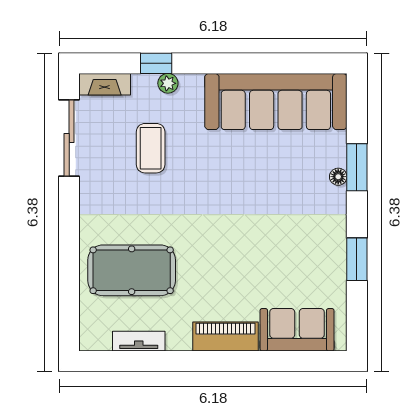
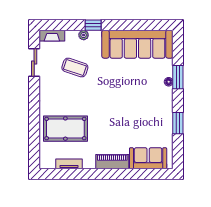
window: (156, 63) -> (93, 25), moved
sliding door: (69, 138) -> (34, 62), width x0.73
coffee table: (151, 148) -> (75, 68), turned -72

